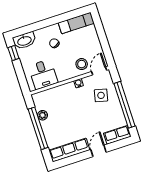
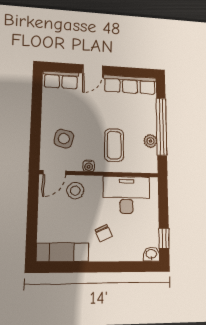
washbasin: (24, 41) -> (151, 254), width x0.52, depth x0.69
desk: (43, 74) -> (126, 195), width x1.37
coffee table: (66, 103) -> (114, 145), added
window: (124, 105) -> (36, 115), removed

